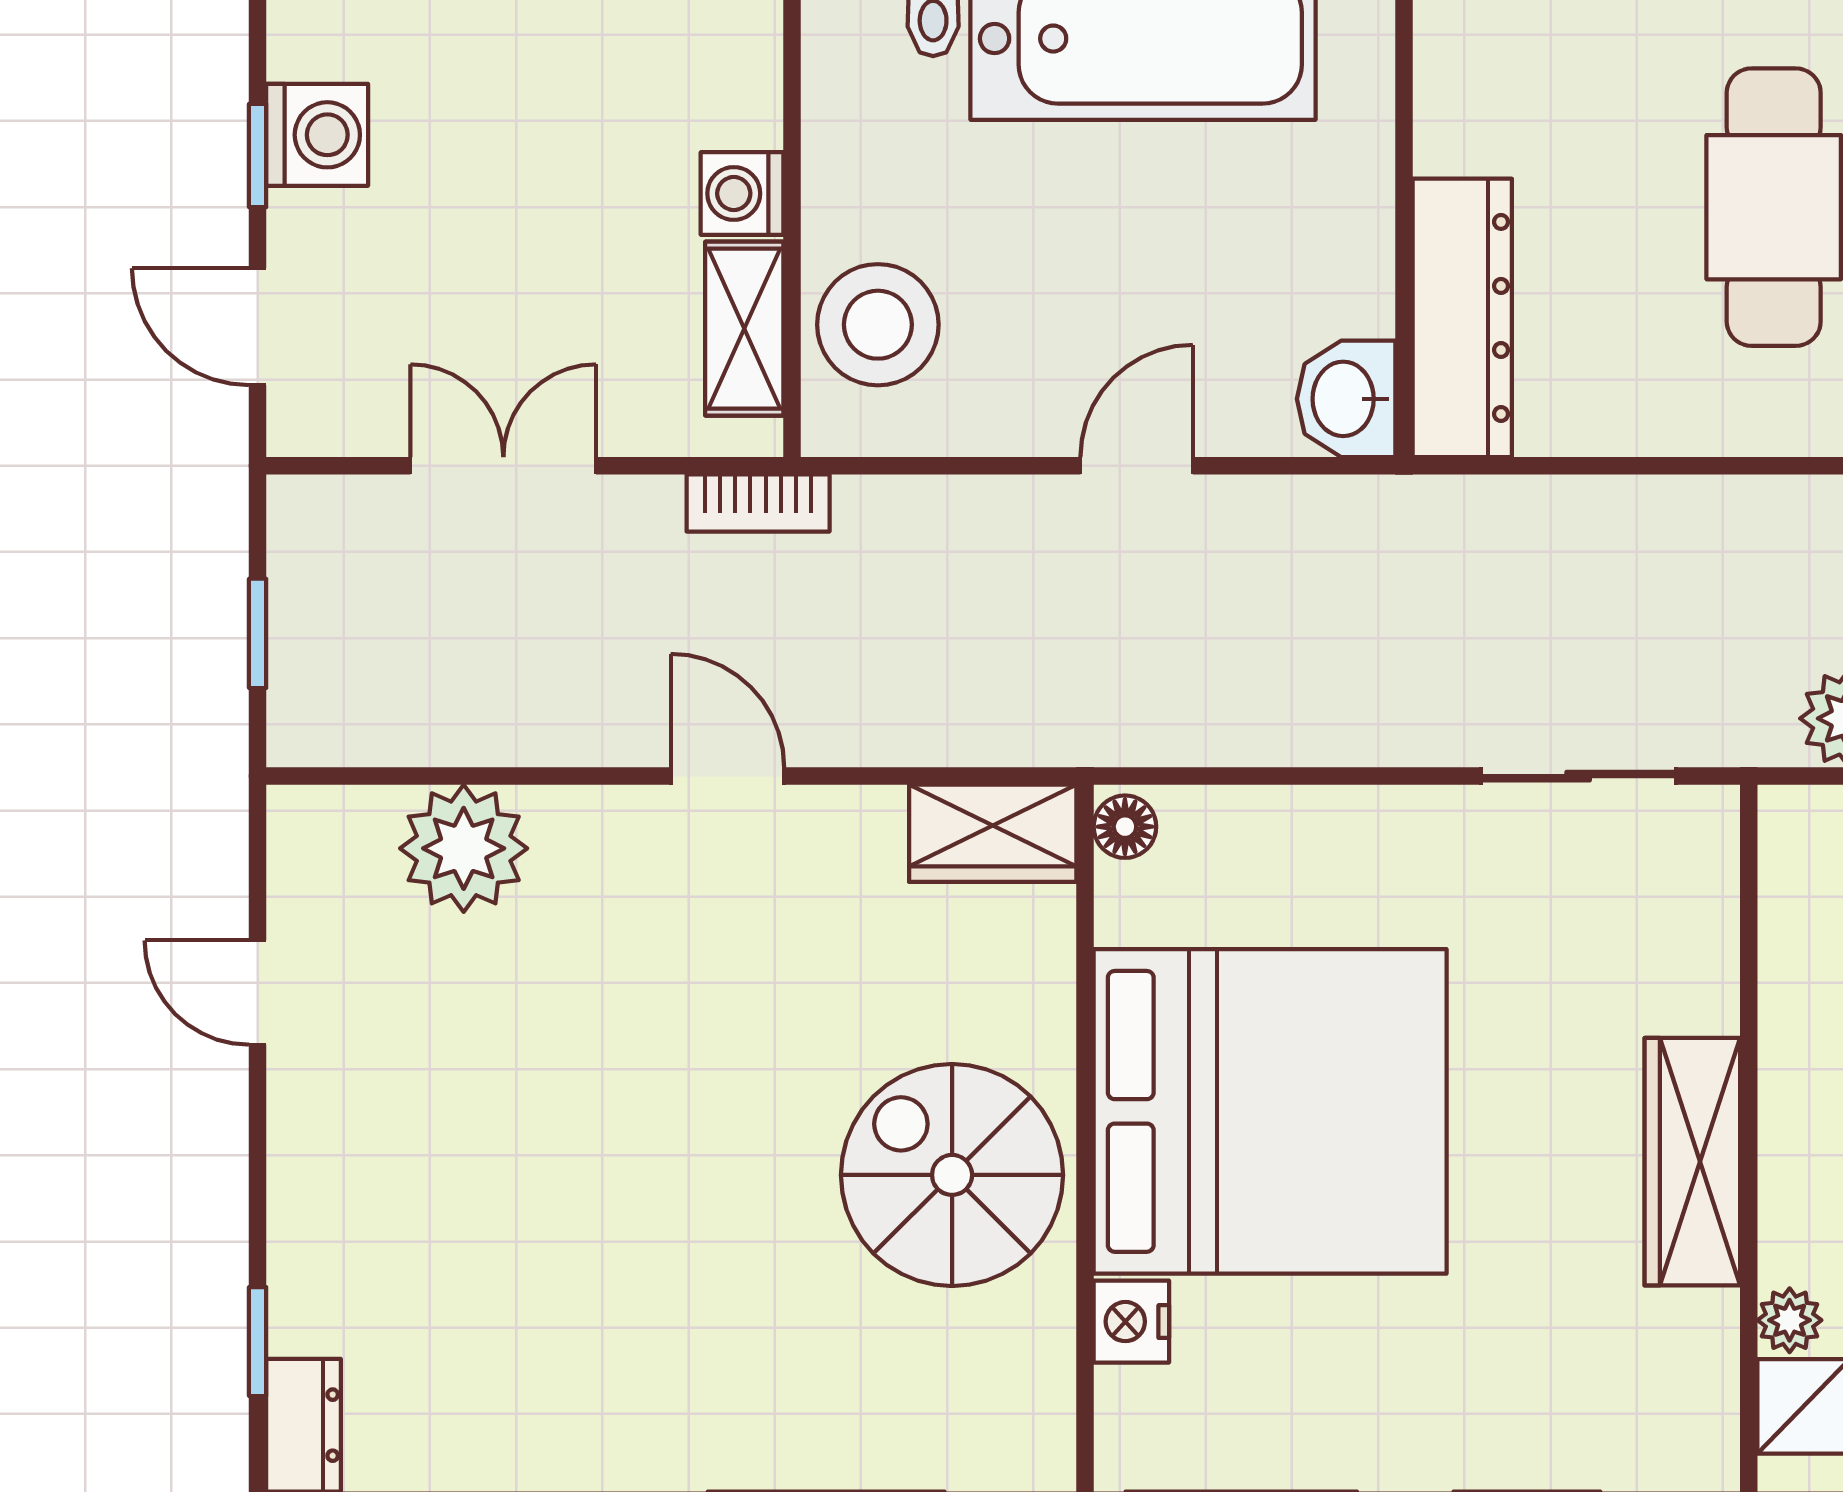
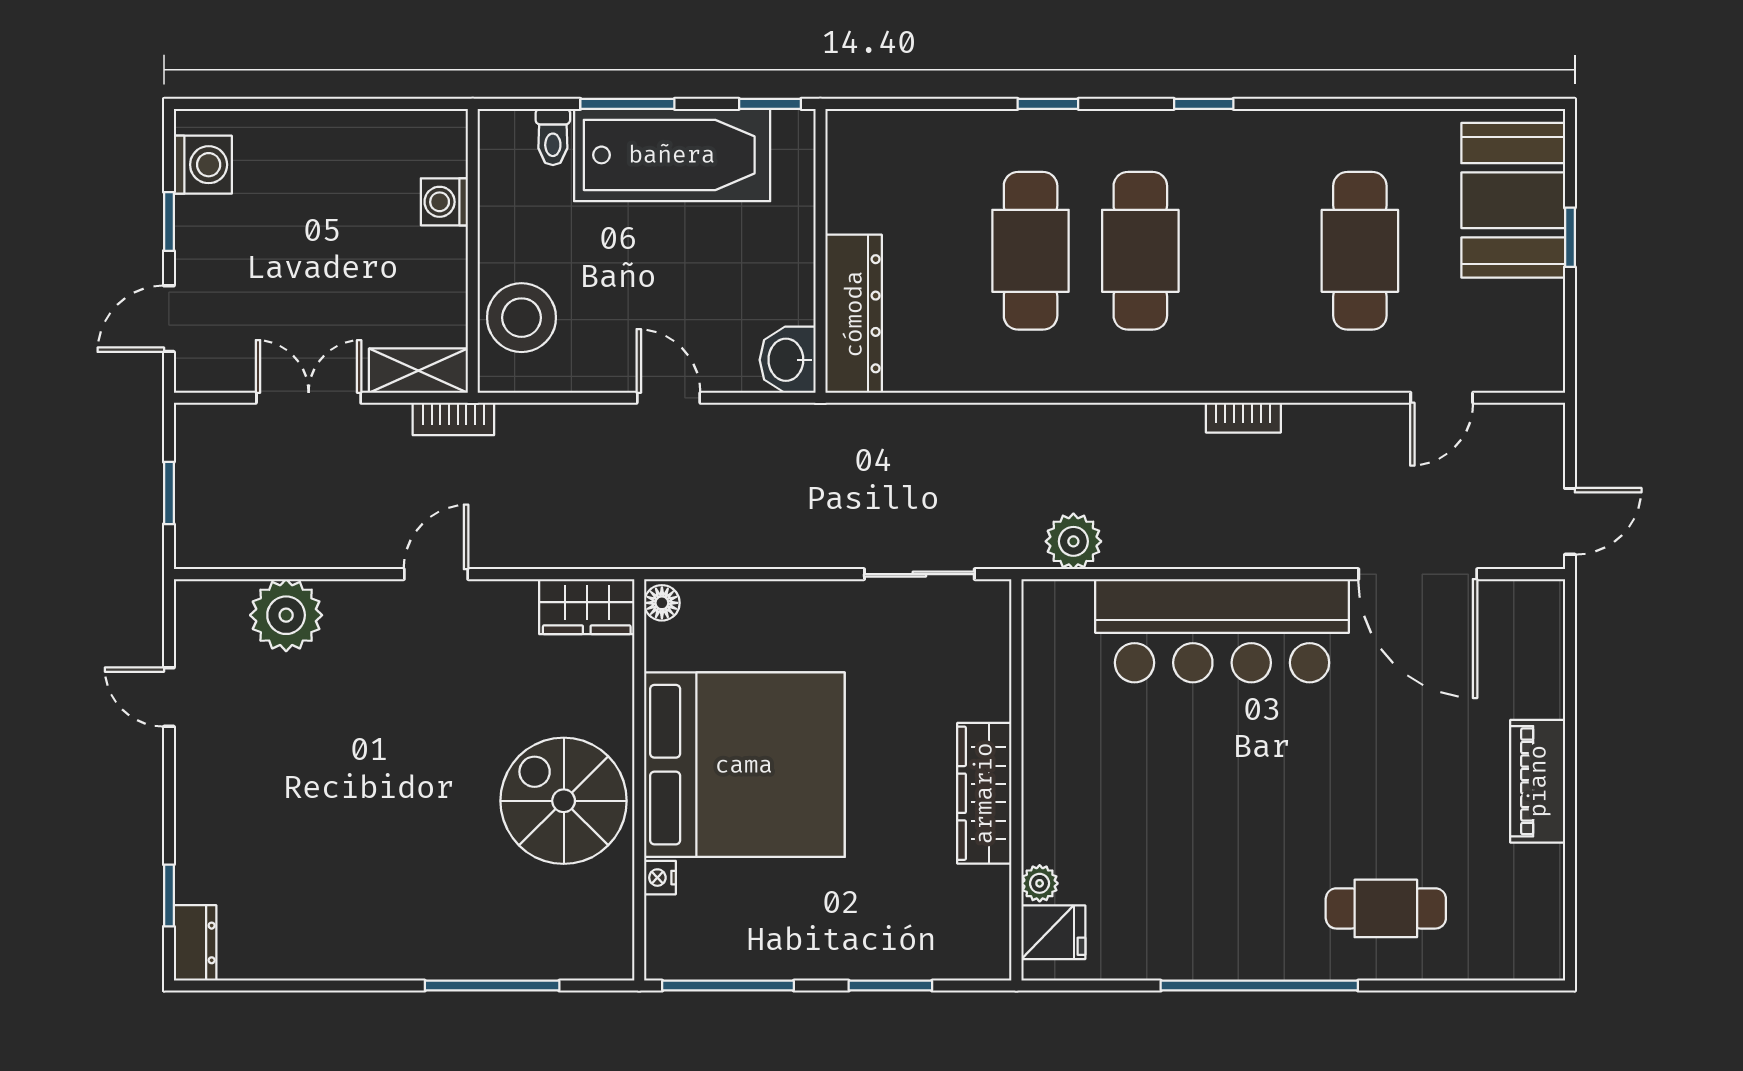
washing machine: (317, 135) -> (203, 165), moved
washing machine: (742, 193) -> (444, 202), moved
door: (258, 327) -> (169, 319), hinge flipped
shelving: (744, 329) -> (418, 371), moved, turned 90
door: (1137, 466) -> (669, 398), hinge flipped
door: (727, 776) -> (436, 574), hinge flipped
nightstand: (1131, 1322) -> (660, 878), width x0.72, depth x0.74

